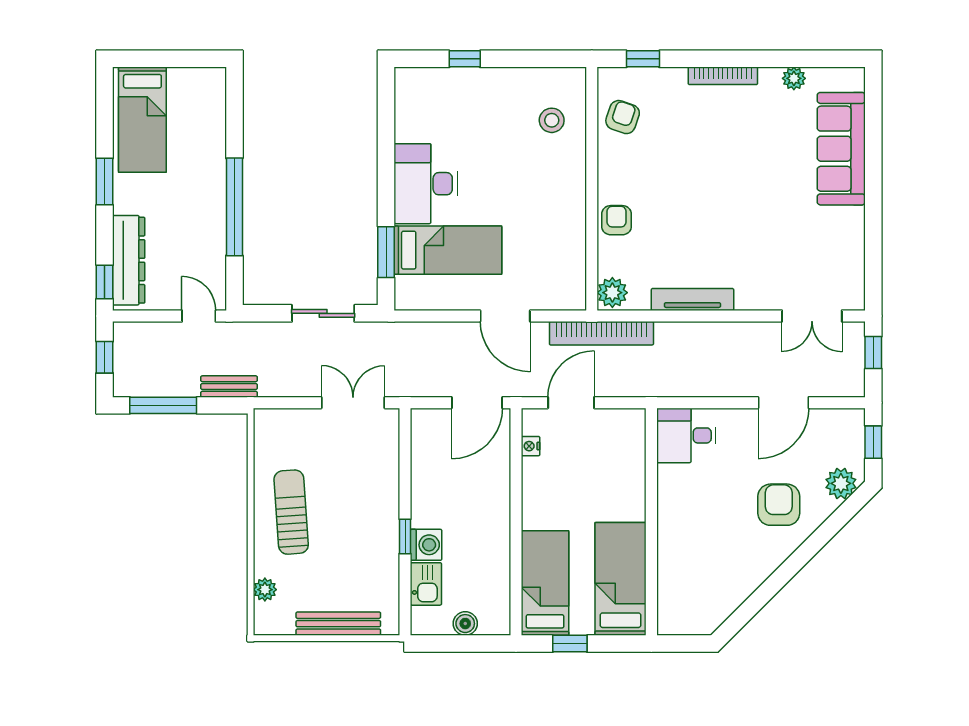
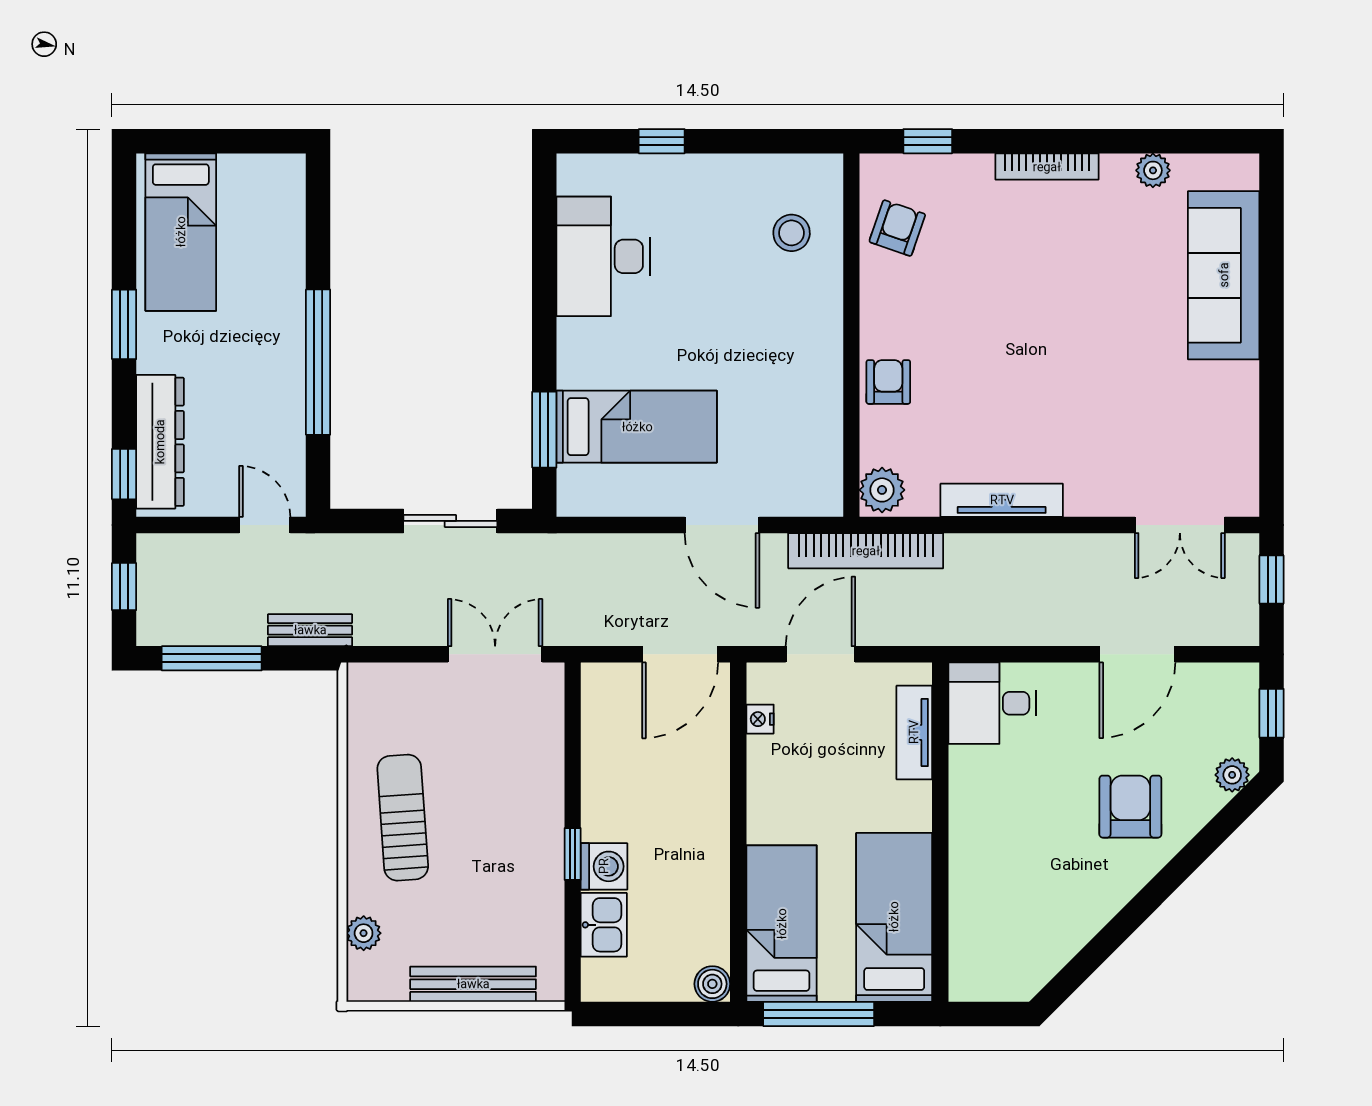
desk: (426, 184) -> (603, 256), moved
tv unit: (634, 455) -> (914, 732), added
plant: (841, 483) -> (1232, 775), width x0.73, depth x0.73
boiler: (465, 624) -> (712, 984), moved
window: (570, 644) -> (819, 1014), width x2.17

